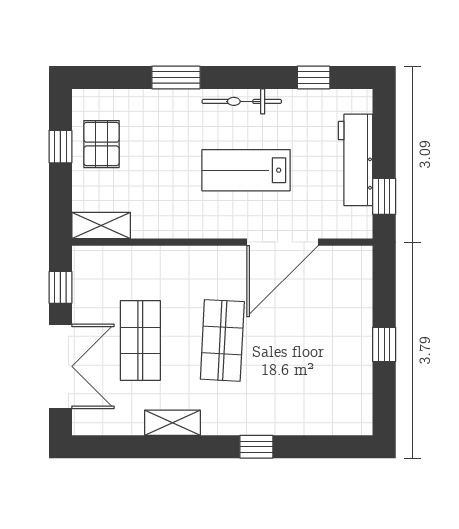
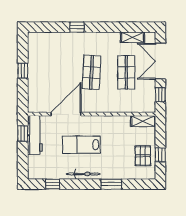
workbench: (356, 160) -> (35, 135), moved
lab bench: (246, 170) -> (81, 145), turned 180
shelving: (173, 423) -> (132, 37), moved

